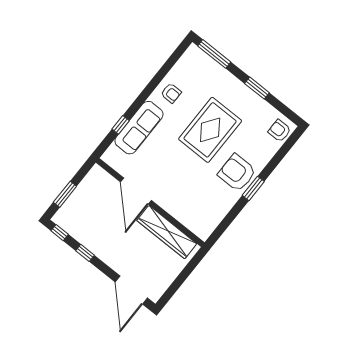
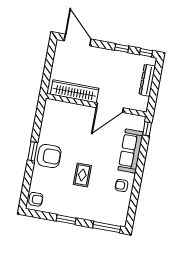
window: (121, 125) -> (147, 129), moved
rug: (210, 130) -> (82, 175), width x0.54, depth x0.49
door: (136, 191) -> (110, 108), swing flipped
window: (65, 194) -> (156, 80), removed
dresser: (75, 200) -> (147, 80), added

